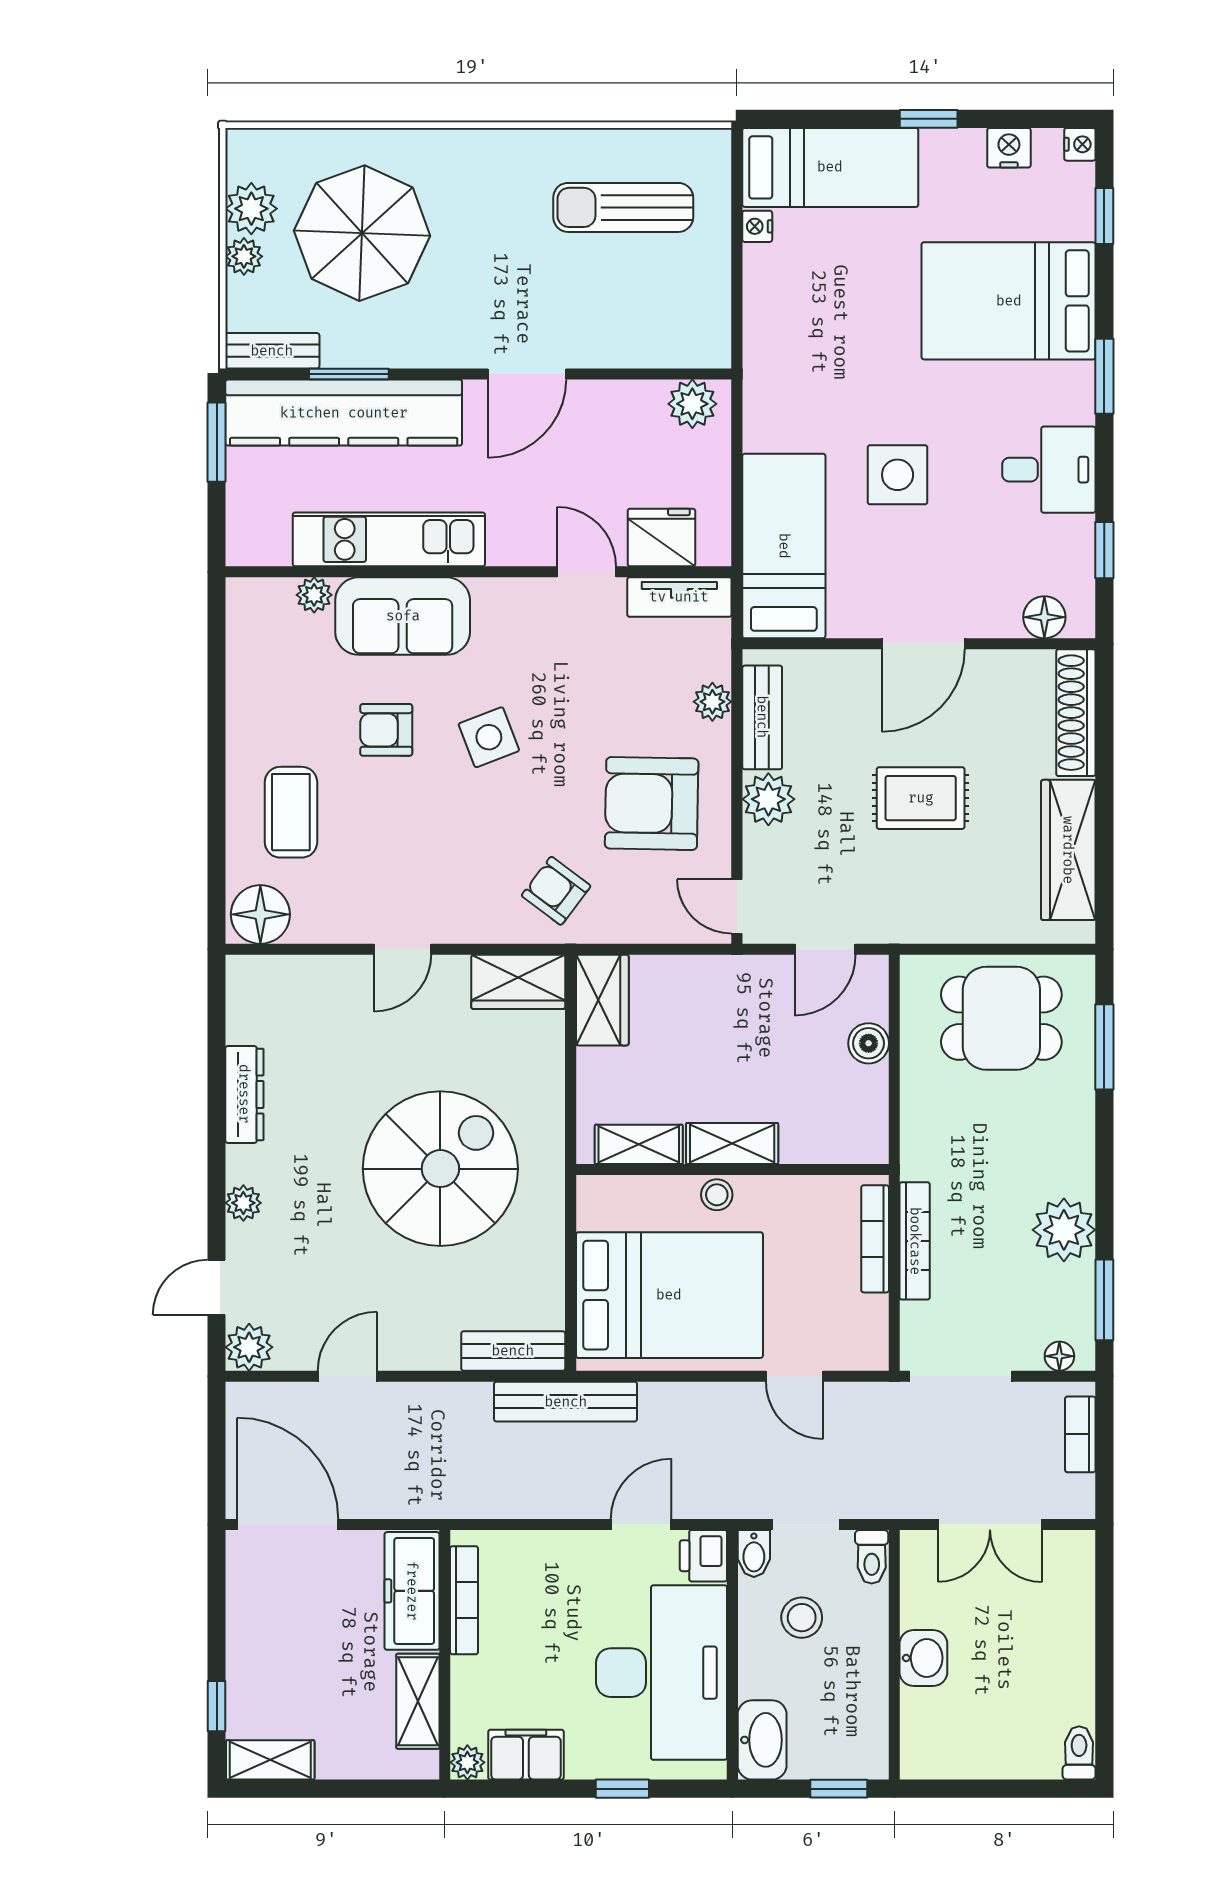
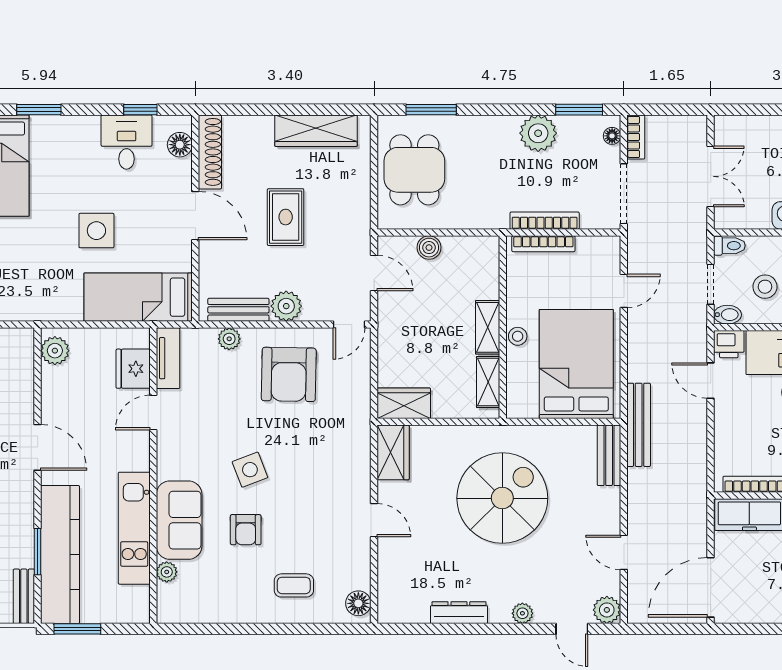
desk: (1049, 470) -> (127, 142), moved
shoe rack: (1076, 713) -> (210, 152), moved, turned -90
coffee table: (291, 812) -> (294, 585), width x0.73, depth x0.77
armchair: (556, 891) -> (340, 430), removed
floor lamp: (260, 914) -> (358, 603), width x0.73, depth x0.73
spiral stairs: (440, 1169) -> (502, 498), turned 90
bookcase: (1080, 1434) -> (636, 137), moved, turned -90

